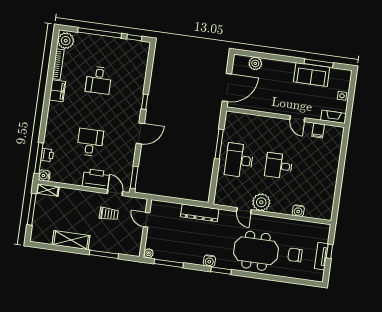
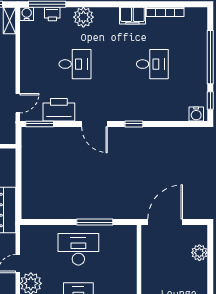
plant: (66, 41) -> (83, 17), moved
water cooler: (144, 51) -> (196, 114), added
desk: (99, 80) -> (152, 64), turned 180
door: (227, 88) -> (165, 222), swing flipped
printer: (96, 179) -> (59, 110), moved, turned -90

